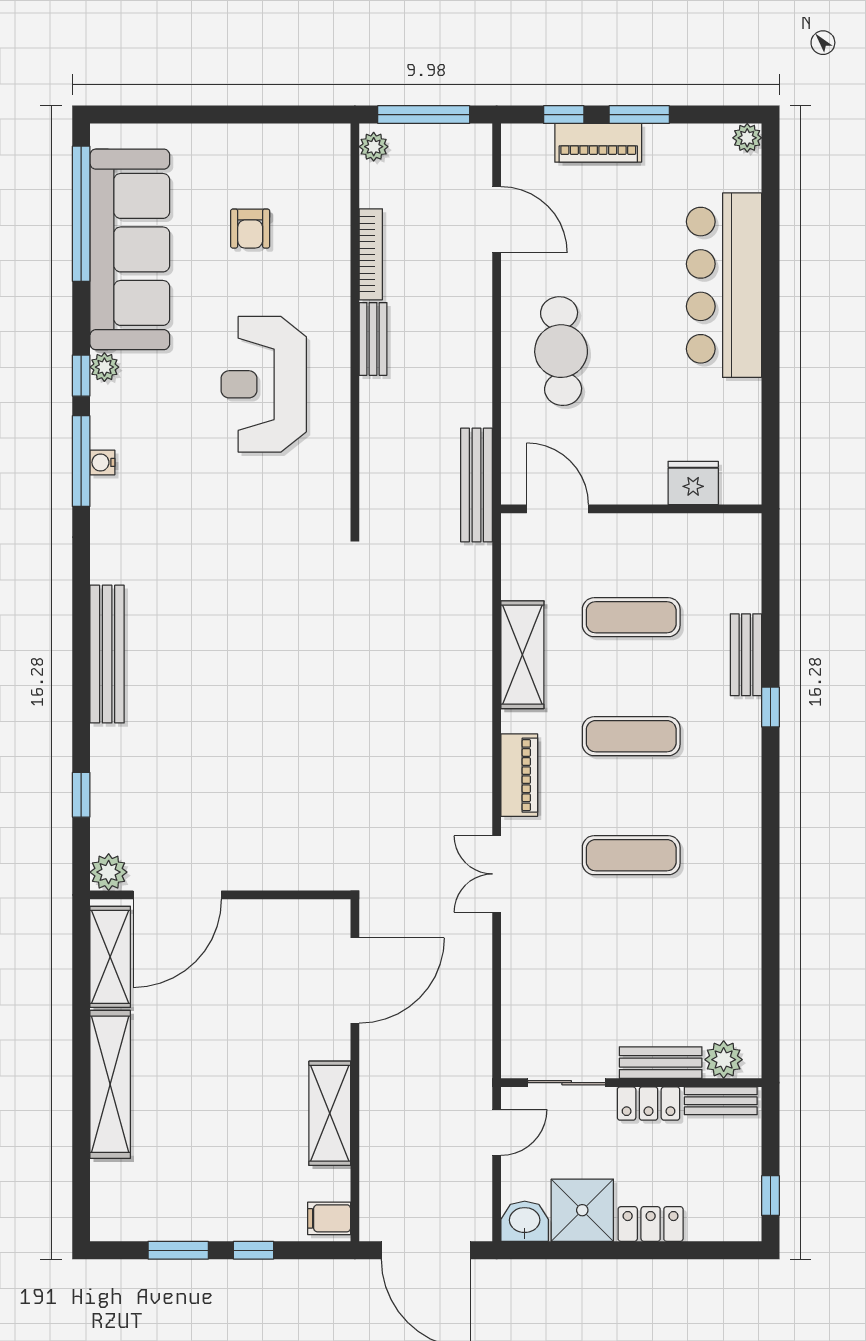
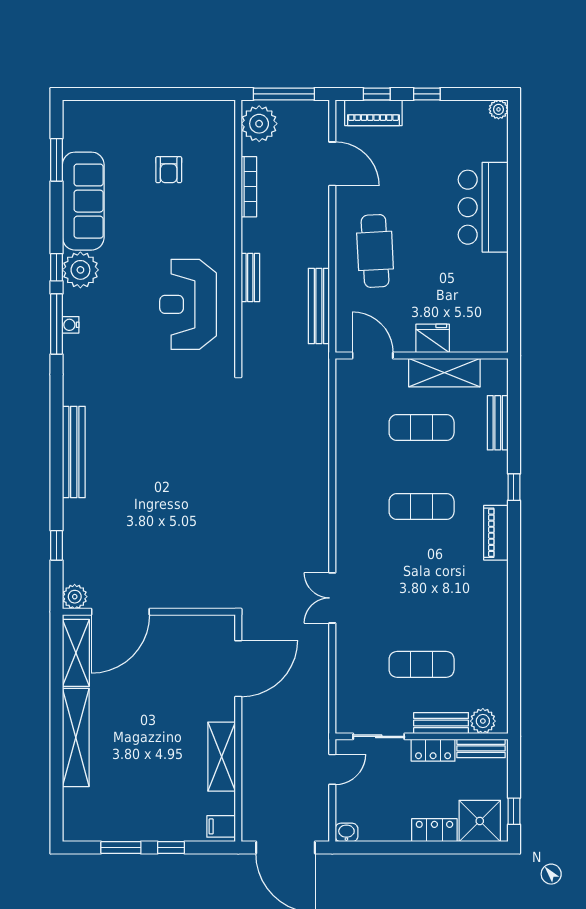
window: (639, 115) -> (427, 94), width x0.67
piano: (598, 143) -> (373, 113), moved
plant: (374, 147) -> (259, 124), width x1.88, depth x1.88
window: (81, 214) -> (57, 160), width x0.47
sofa: (130, 249) -> (83, 201), width x0.74, depth x0.79
bar counter: (724, 285) -> (483, 207), width x0.73
bench: (373, 339) -> (250, 278), moved
plant: (104, 367) -> (80, 270), width x1.87, depth x1.87
reception desk: (264, 384) -> (188, 304), moved
fridge: (693, 483) -> (433, 338), moved
bench: (476, 485) -> (319, 306), moved
shelving: (522, 655) -> (444, 373), moved, turned 90
bench: (746, 655) -> (498, 423), moved
piano: (519, 775) -> (496, 533), moved, turned 180
exercise mat: (631, 855) -> (422, 664), moved
shower: (582, 1210) -> (480, 821), moved
washbasin: (525, 1221) -> (346, 832), width x0.72, depth x0.69

